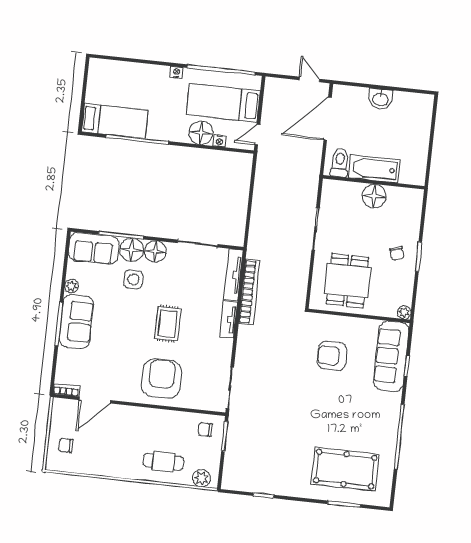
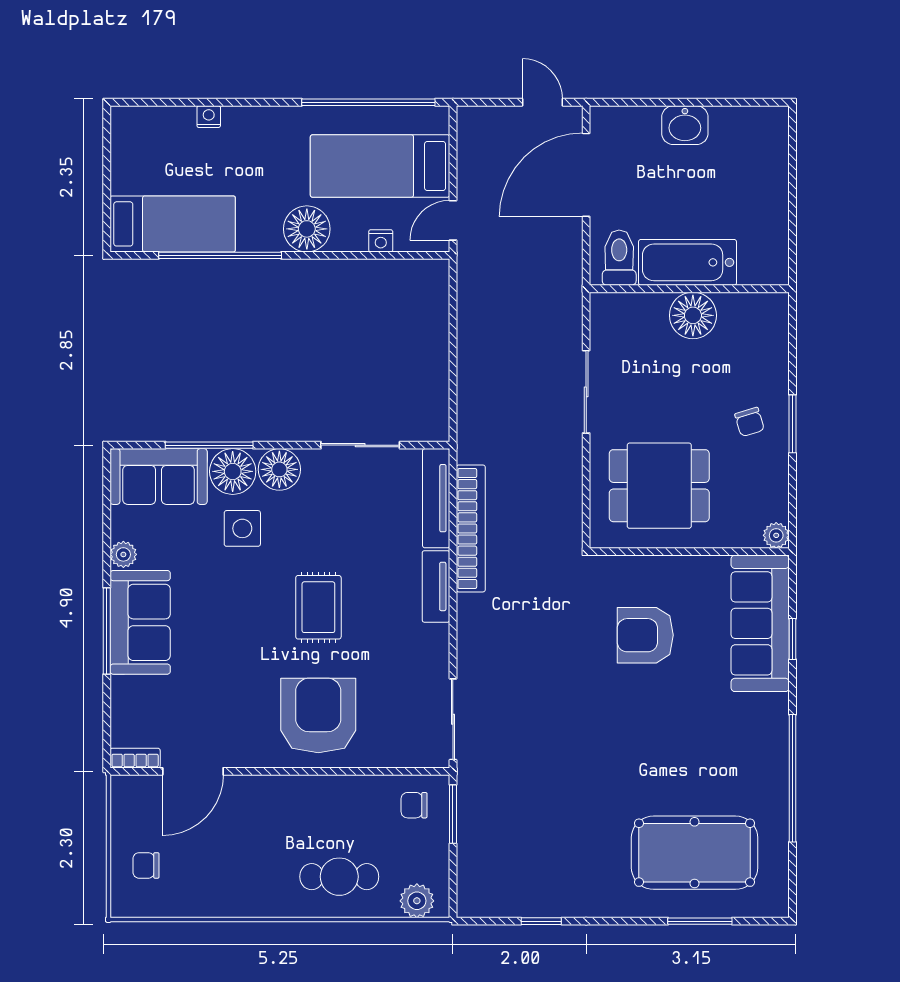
nightstand: (177, 72) -> (209, 117), moved
floor lamp: (201, 133) -> (307, 229), moved
dining table: (348, 281) -> (659, 486), turned 90

